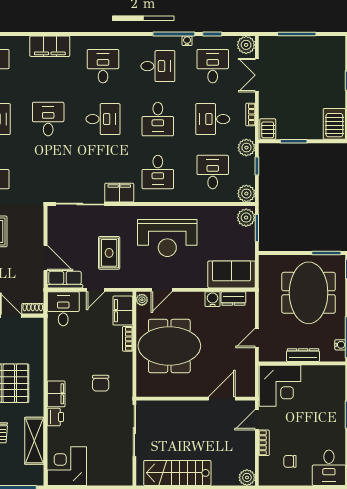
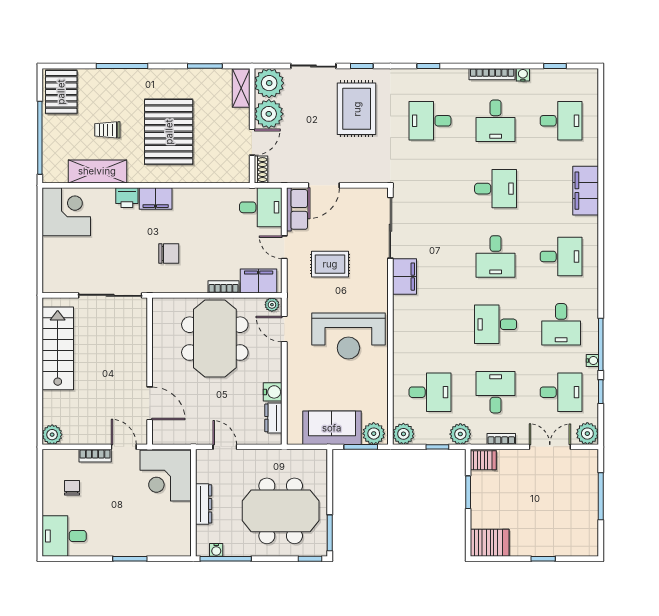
desk: (158, 172) -> (430, 324), removed
reception desk: (167, 238) -> (348, 336), turned -90
sofa: (232, 274) -> (332, 428), moved, turned -90
chair: (101, 383) -> (169, 254), turned 180

